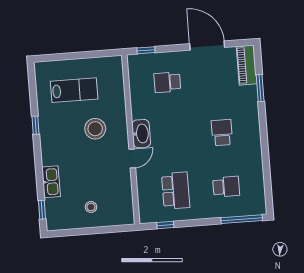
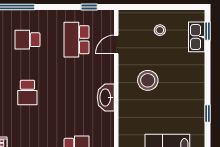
stool: (95, 129) -> (148, 80), moved
door: (132, 159) -> (116, 45), moved
kitchen sink: (51, 182) -> (197, 37), moved

